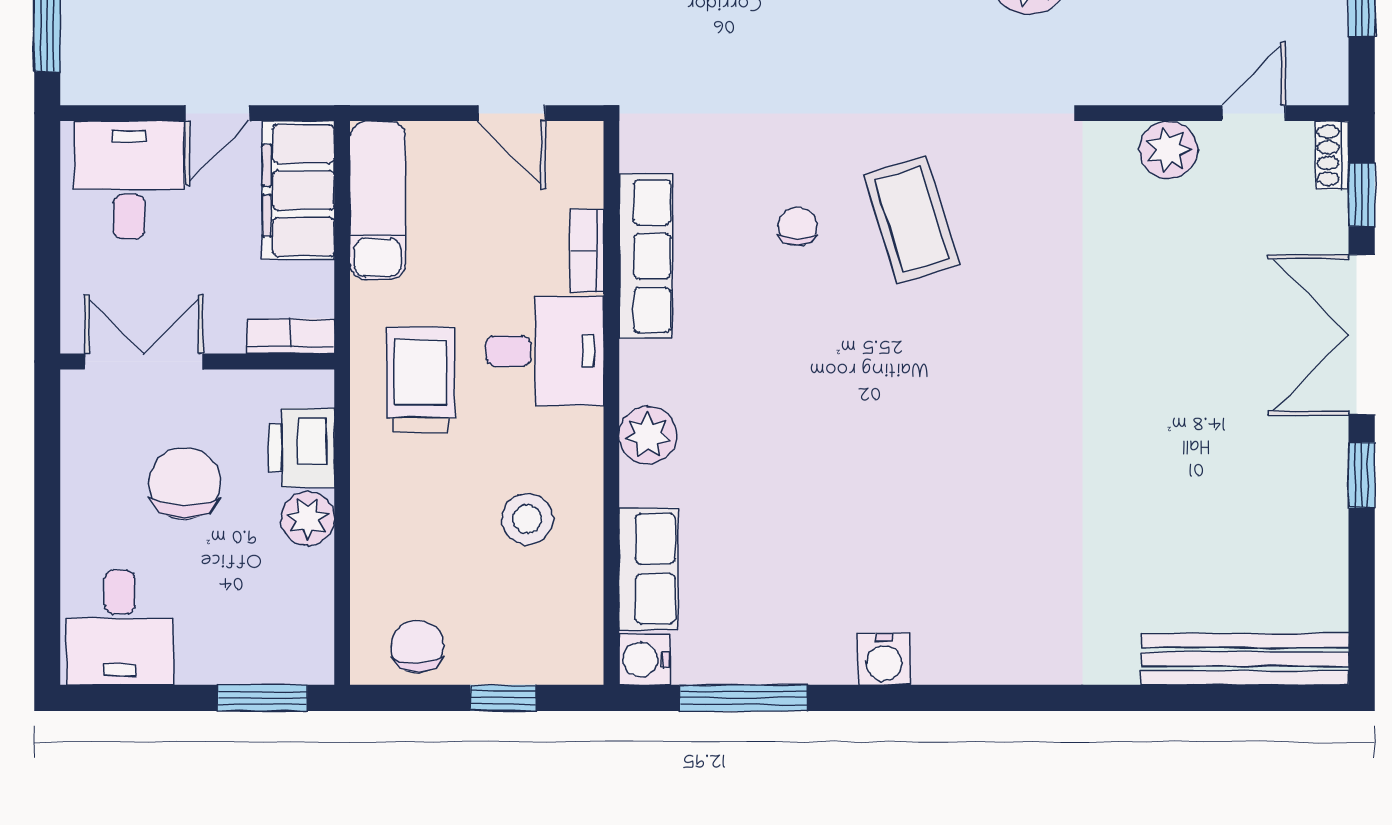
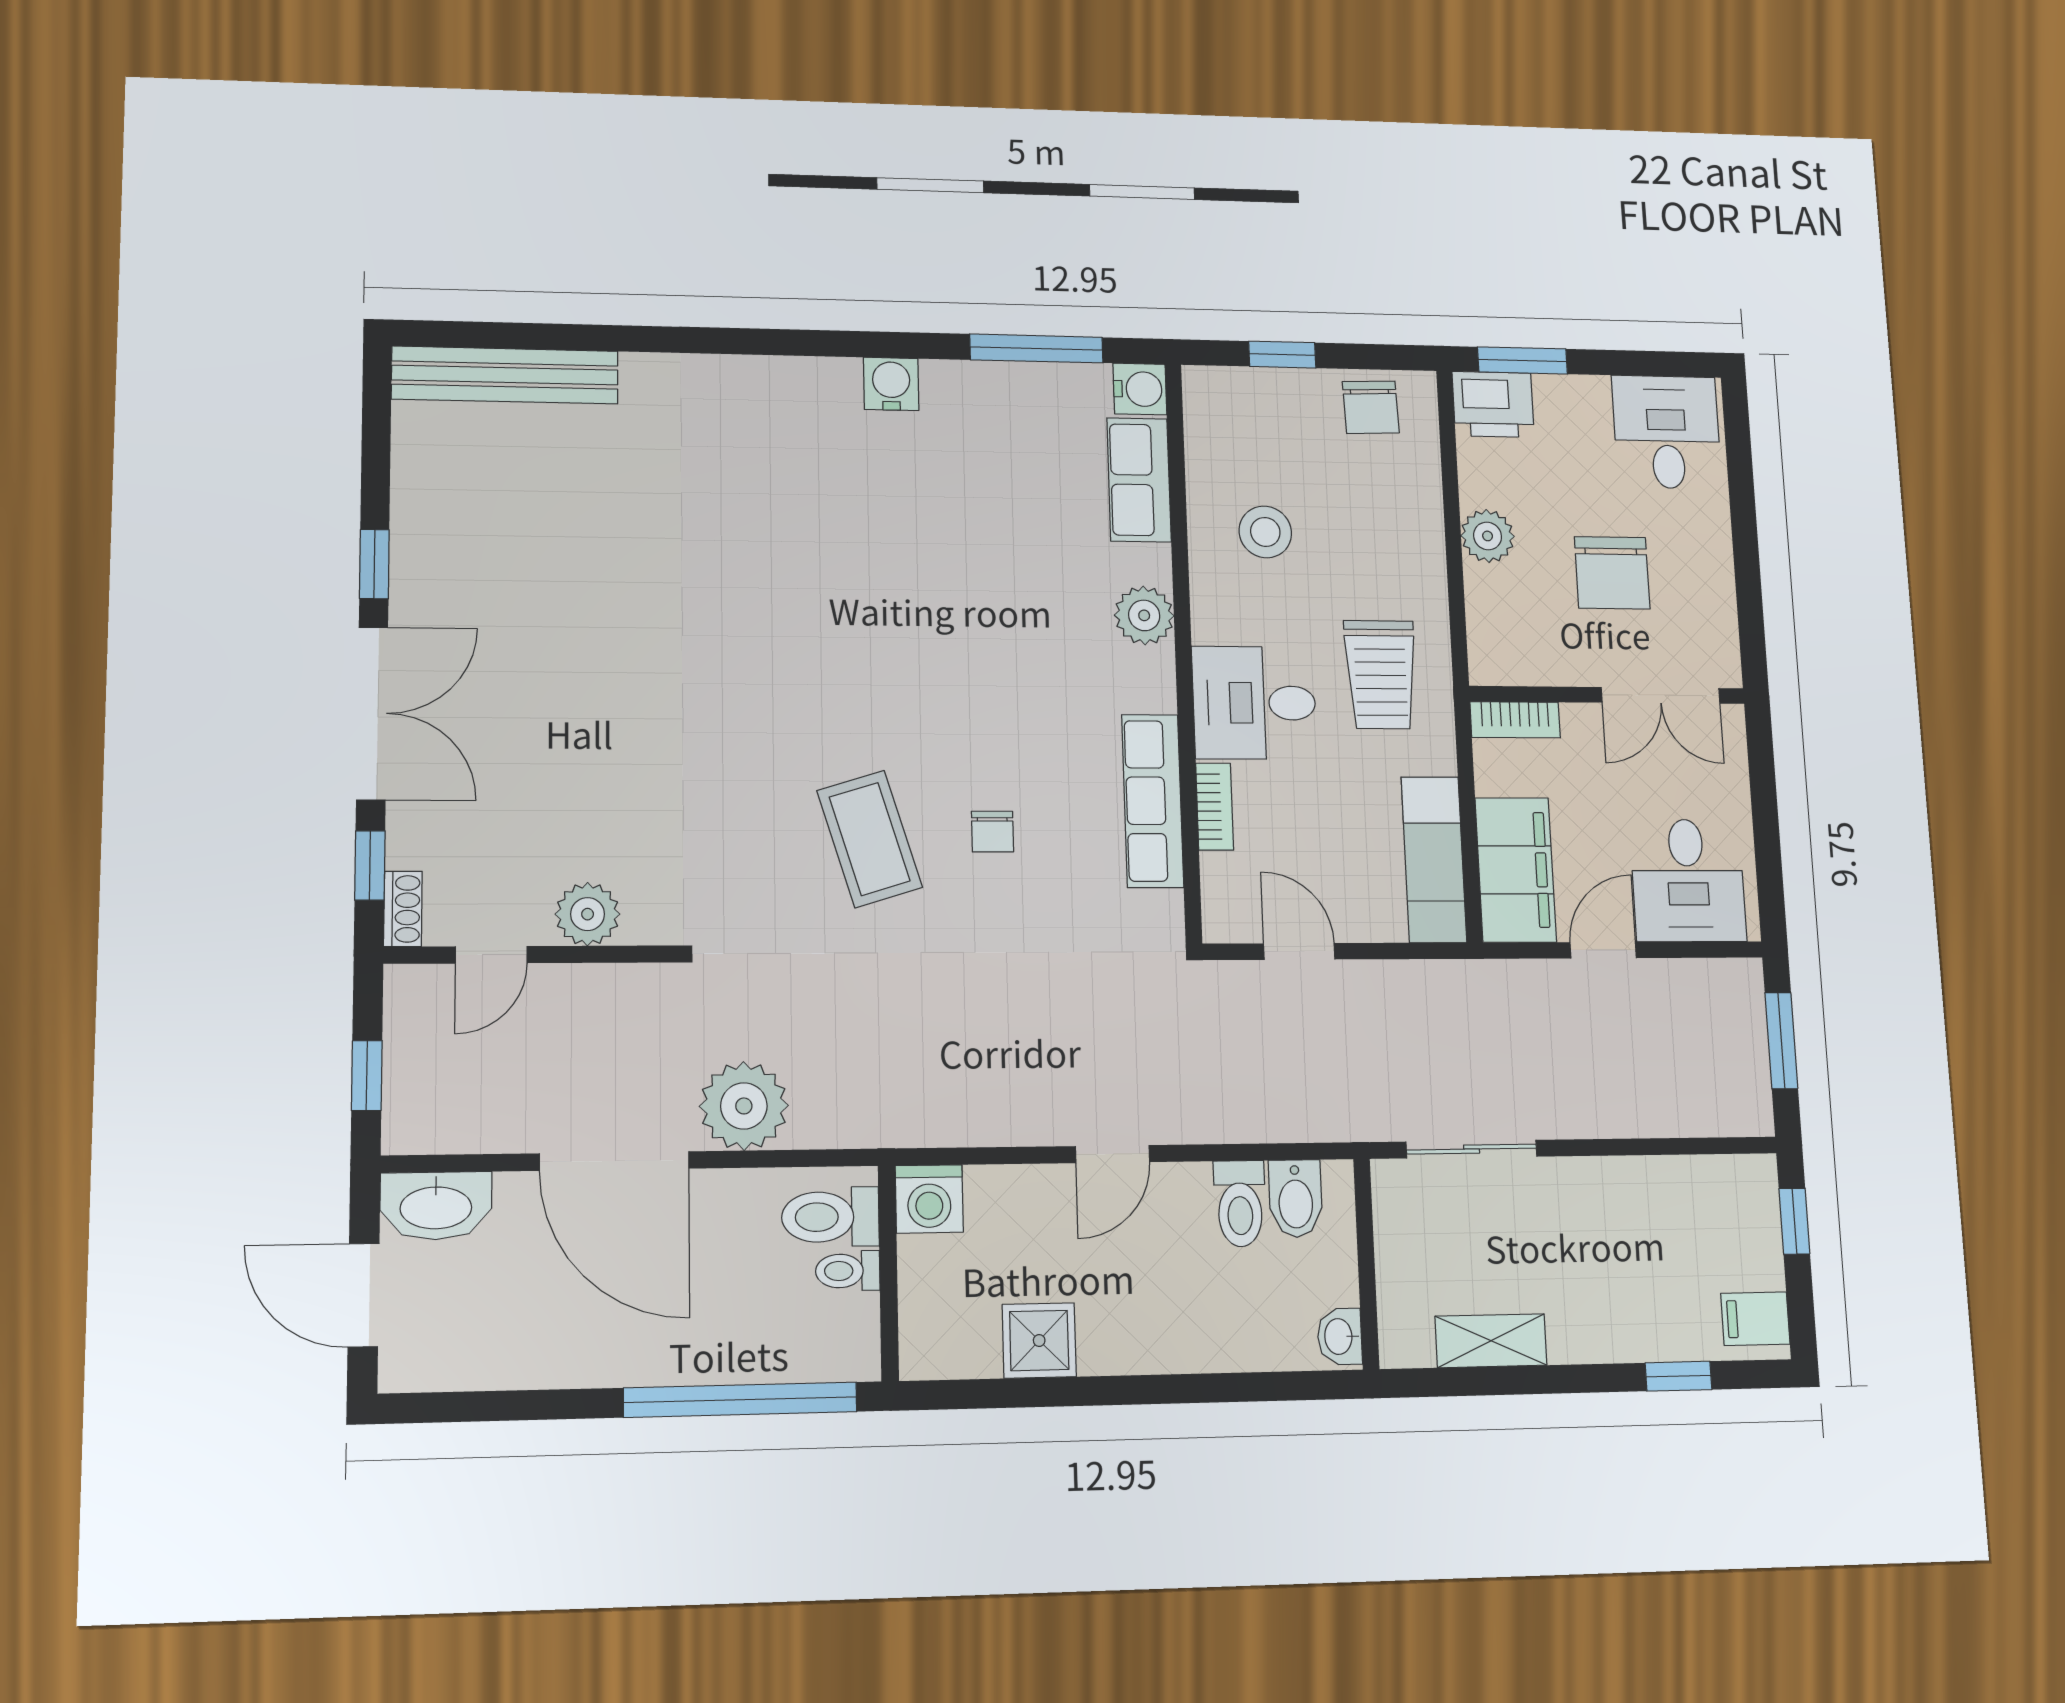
printer: (302, 448) -> (1493, 404), moved, turned 90

